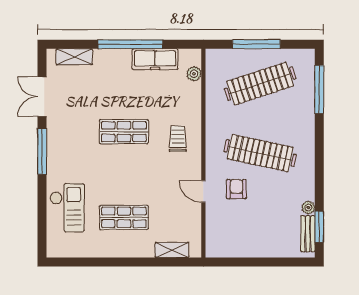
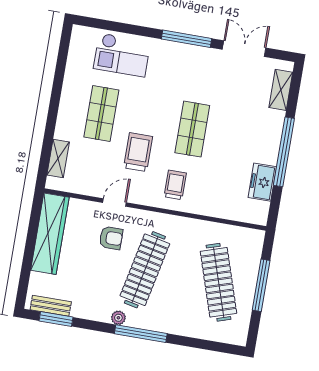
freezer: (155, 59) -> (262, 182), width x0.71
plant: (194, 74) -> (241, 214), removed
window: (319, 89) -> (141, 334), moved
trolley: (178, 139) -> (175, 185), turned -90
trolley: (153, 178) -> (138, 152), added
plant: (308, 208) -> (118, 318), moved
wardrobe: (242, 246) -> (50, 234), added

